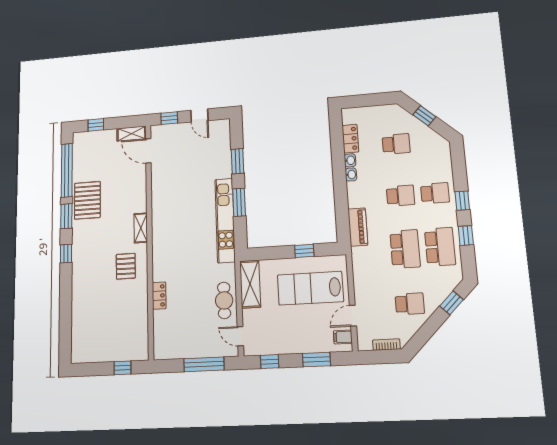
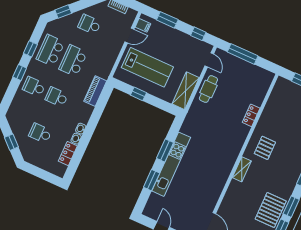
kitchen unit: (225, 220) -> (171, 164), moved

